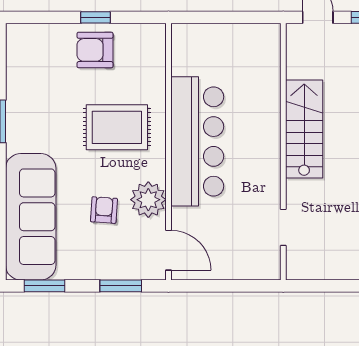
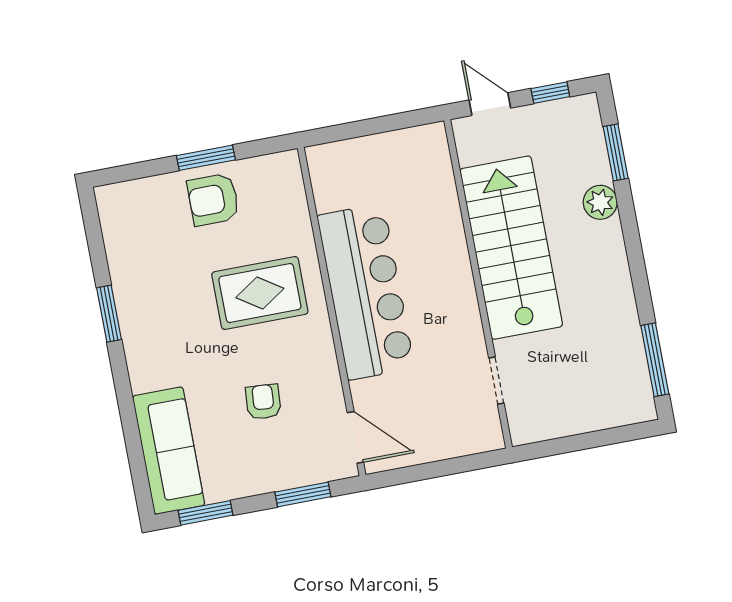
window: (95, 17) -> (206, 158), width x1.50
stairs: (304, 129) -> (511, 248), width x1.36, depth x1.51
plant: (148, 200) -> (317, 378), removed
sofa: (31, 217) -> (169, 451), width x0.74, depth x0.79

